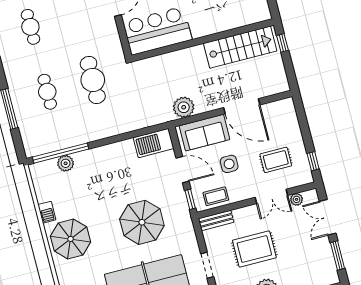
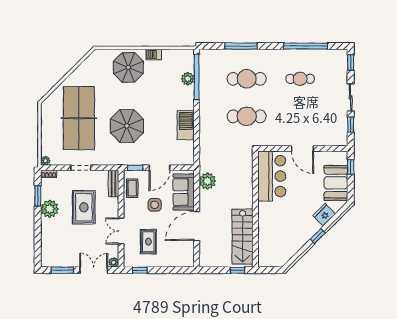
cafe table: (47, 92) -> (247, 79), width x1.37, depth x1.35
barbecue: (154, 143) -> (186, 125), moved
plant: (297, 199) -> (114, 262), moved

